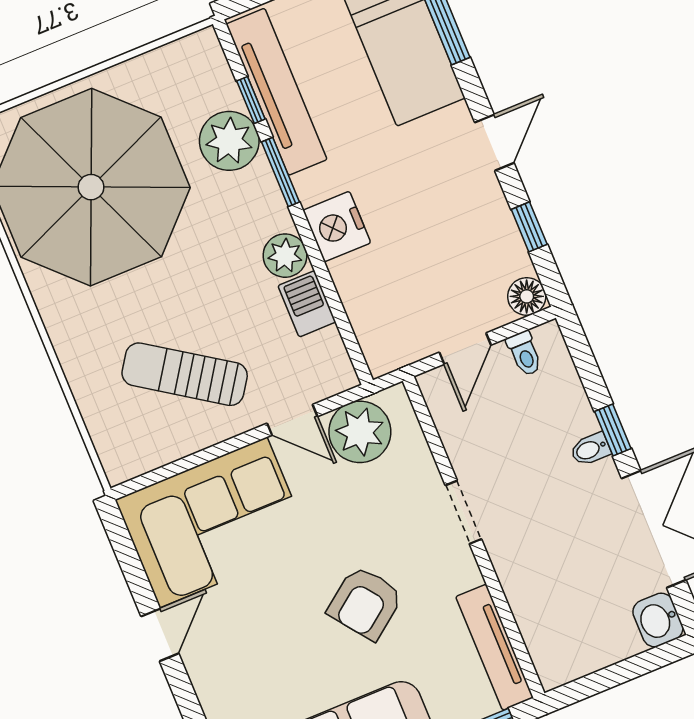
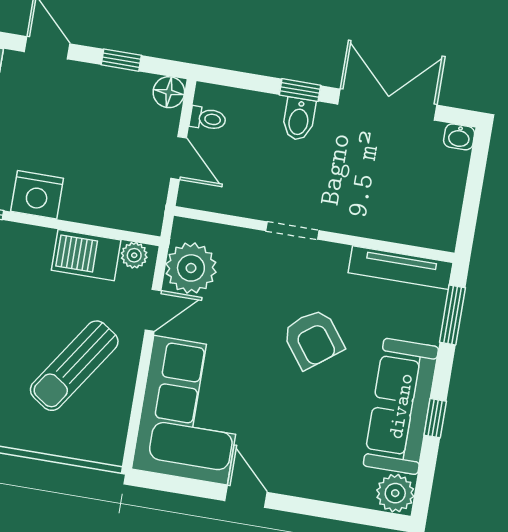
plant: (285, 256) -> (134, 255), moved, width x0.73, depth x0.73
barbecue: (307, 304) -> (86, 255), width x1.38, depth x1.27
bidet: (590, 449) -> (299, 119), width x1.38, depth x1.36
washbasin: (658, 620) -> (459, 137), width x0.72, depth x0.69

